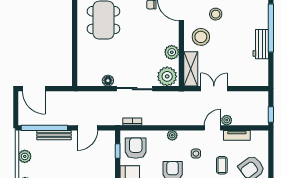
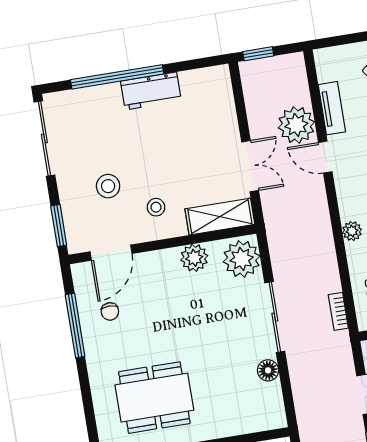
stool: (201, 37) -> (156, 207), width x0.53, depth x0.53
double door: (214, 89) -> (250, 166), swing flipped
window: (271, 114) -> (258, 54), moved
plant: (227, 120) -> (296, 125), width x1.88, depth x1.88

